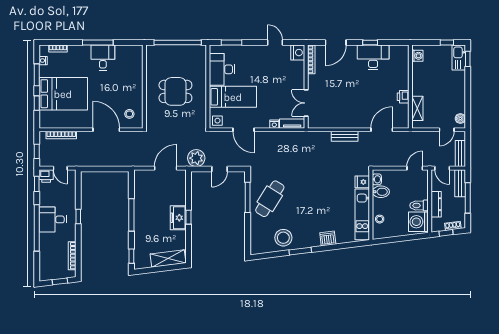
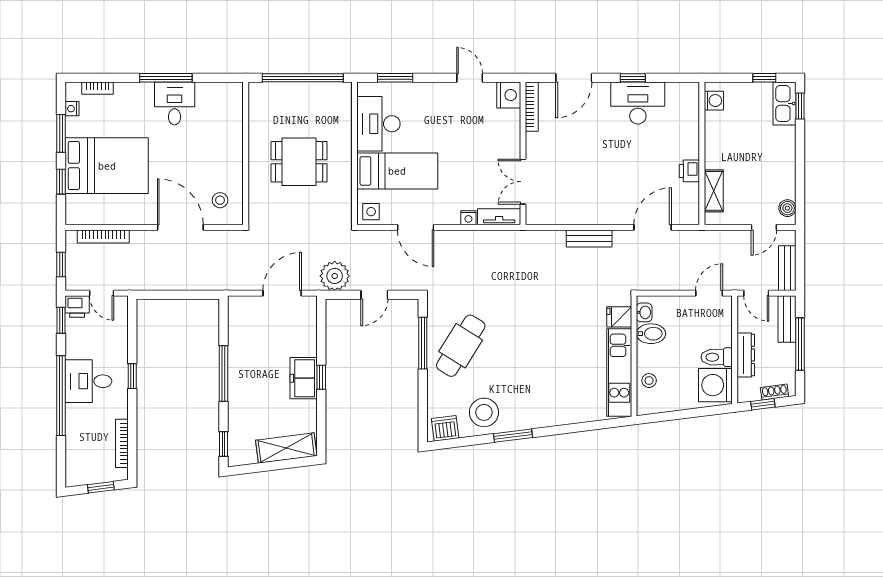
dishwasher: (328, 239) -> (445, 428), moved

